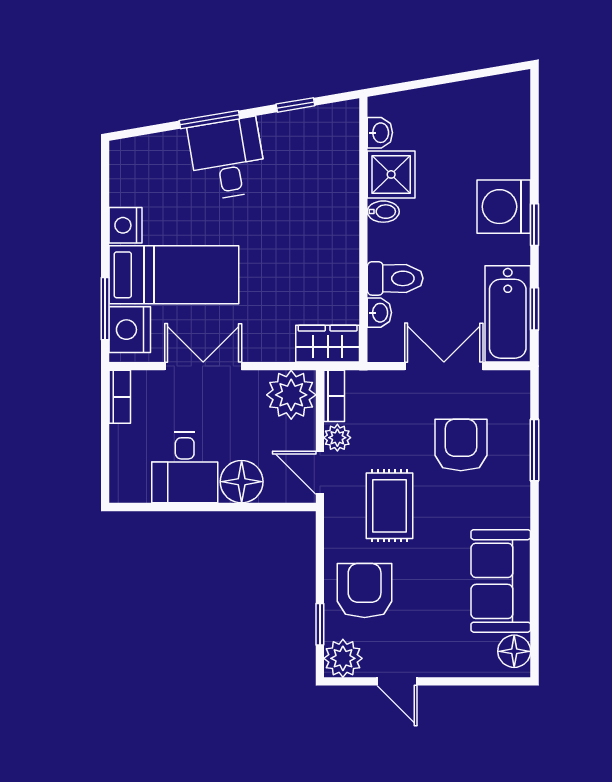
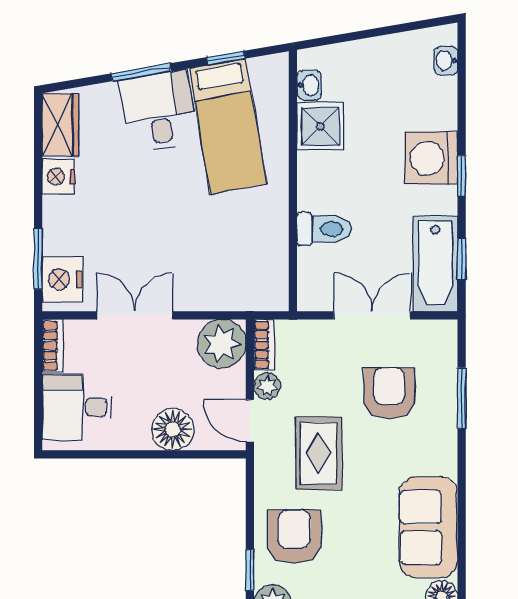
bidet: (383, 212) -> (312, 163), removed
bed: (174, 275) -> (228, 126), moved, turned 80
washbasin: (379, 313) -> (446, 61), moved, turned 180
wardrobe: (328, 344) -> (60, 125), moved, turned 90
desk: (185, 468) -> (77, 407), moved, turned 90

